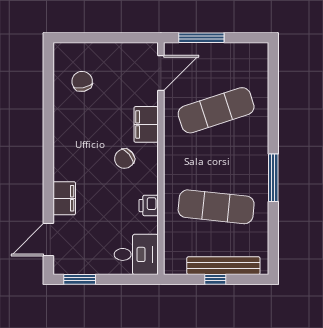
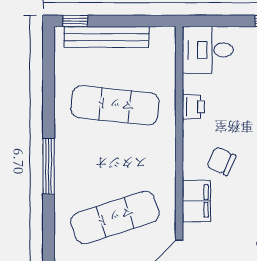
chair: (125, 159) -> (221, 161), turned -117
window: (273, 178) -> (49, 166), moved
window: (215, 279) -> (75, 21), moved

